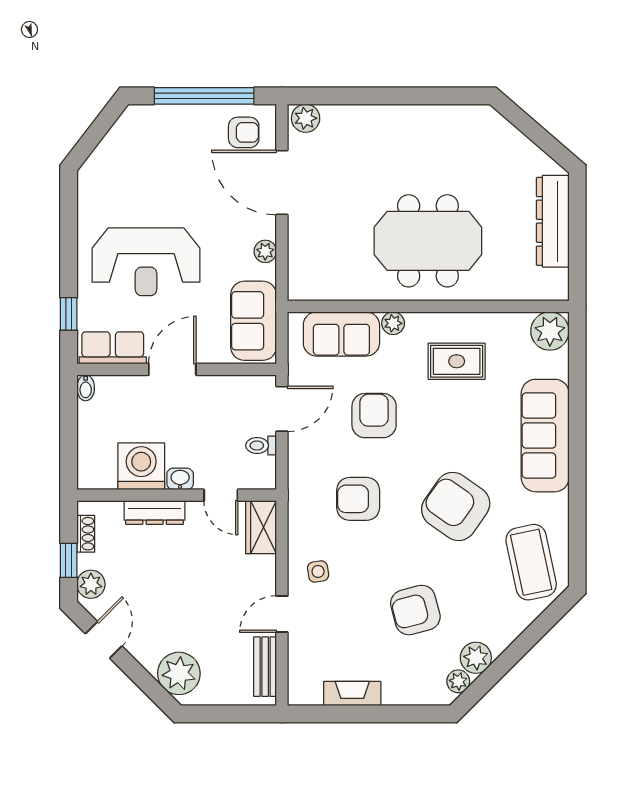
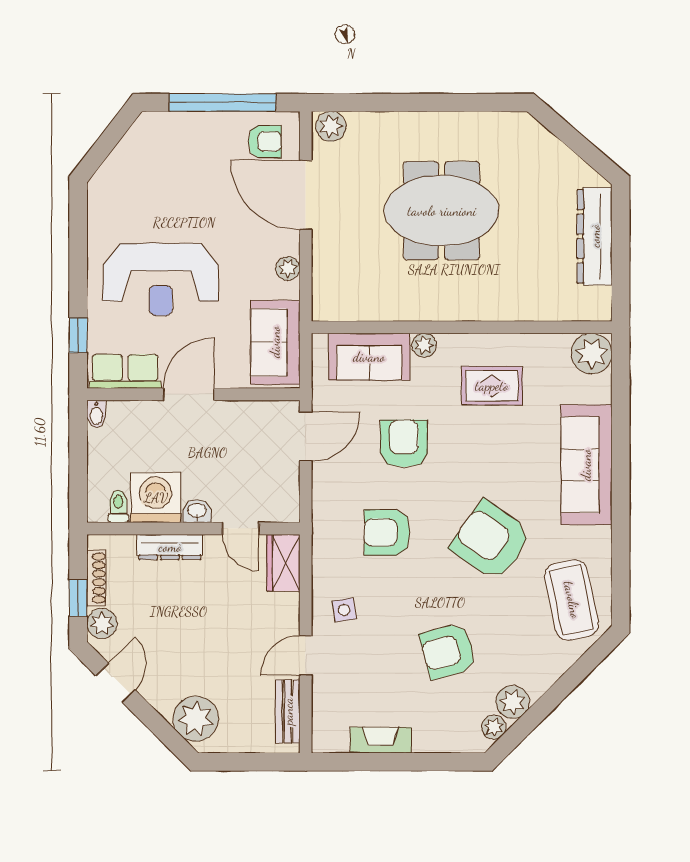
meeting table: (428, 241) -> (442, 211), moved
toilet: (261, 446) -> (118, 506), moved, turned 90
shoe rack: (86, 534) -> (96, 578), width x1.43

